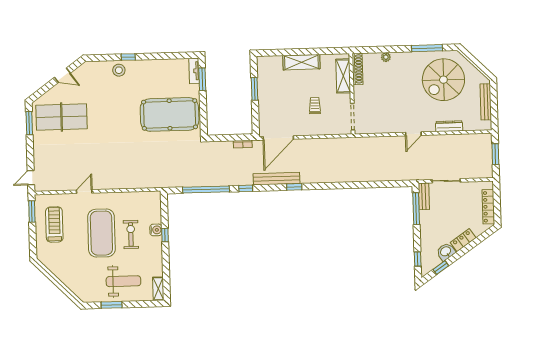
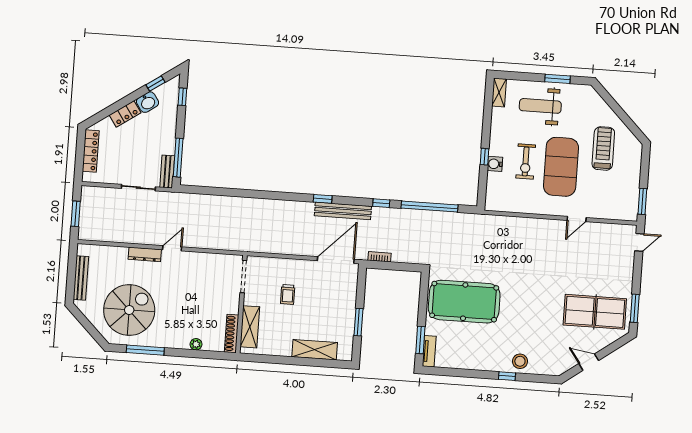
shelving: (301, 62) -> (315, 350), moved
dresser: (449, 126) -> (145, 254), moved
treadmill: (54, 224) -> (603, 148), moved, turned 180

